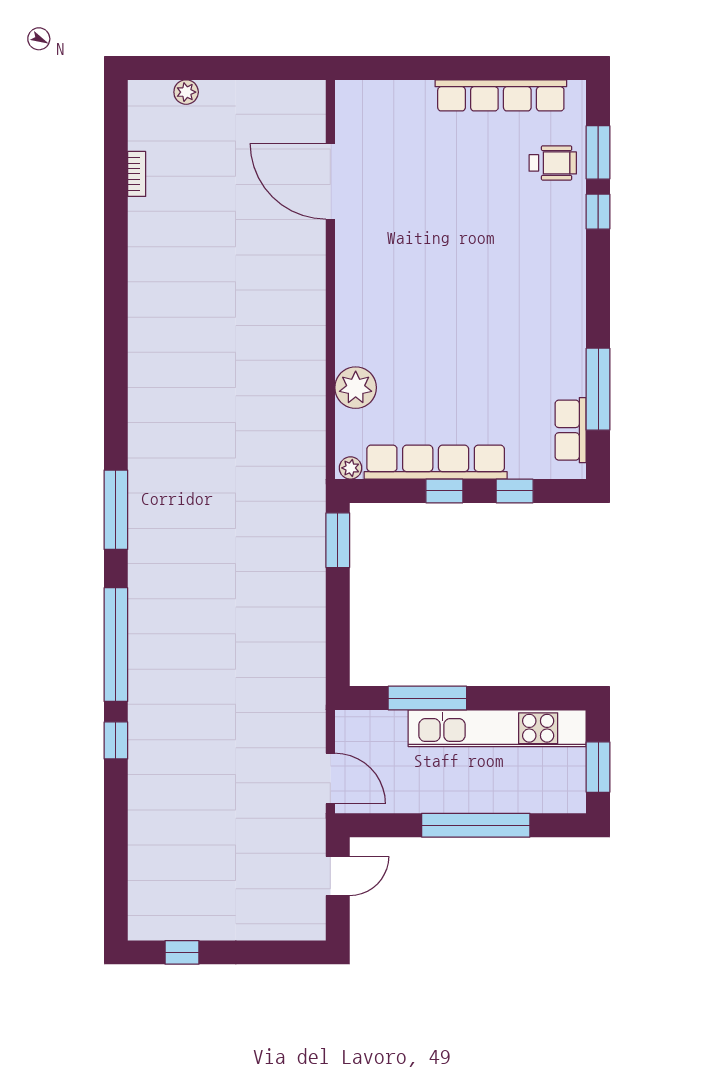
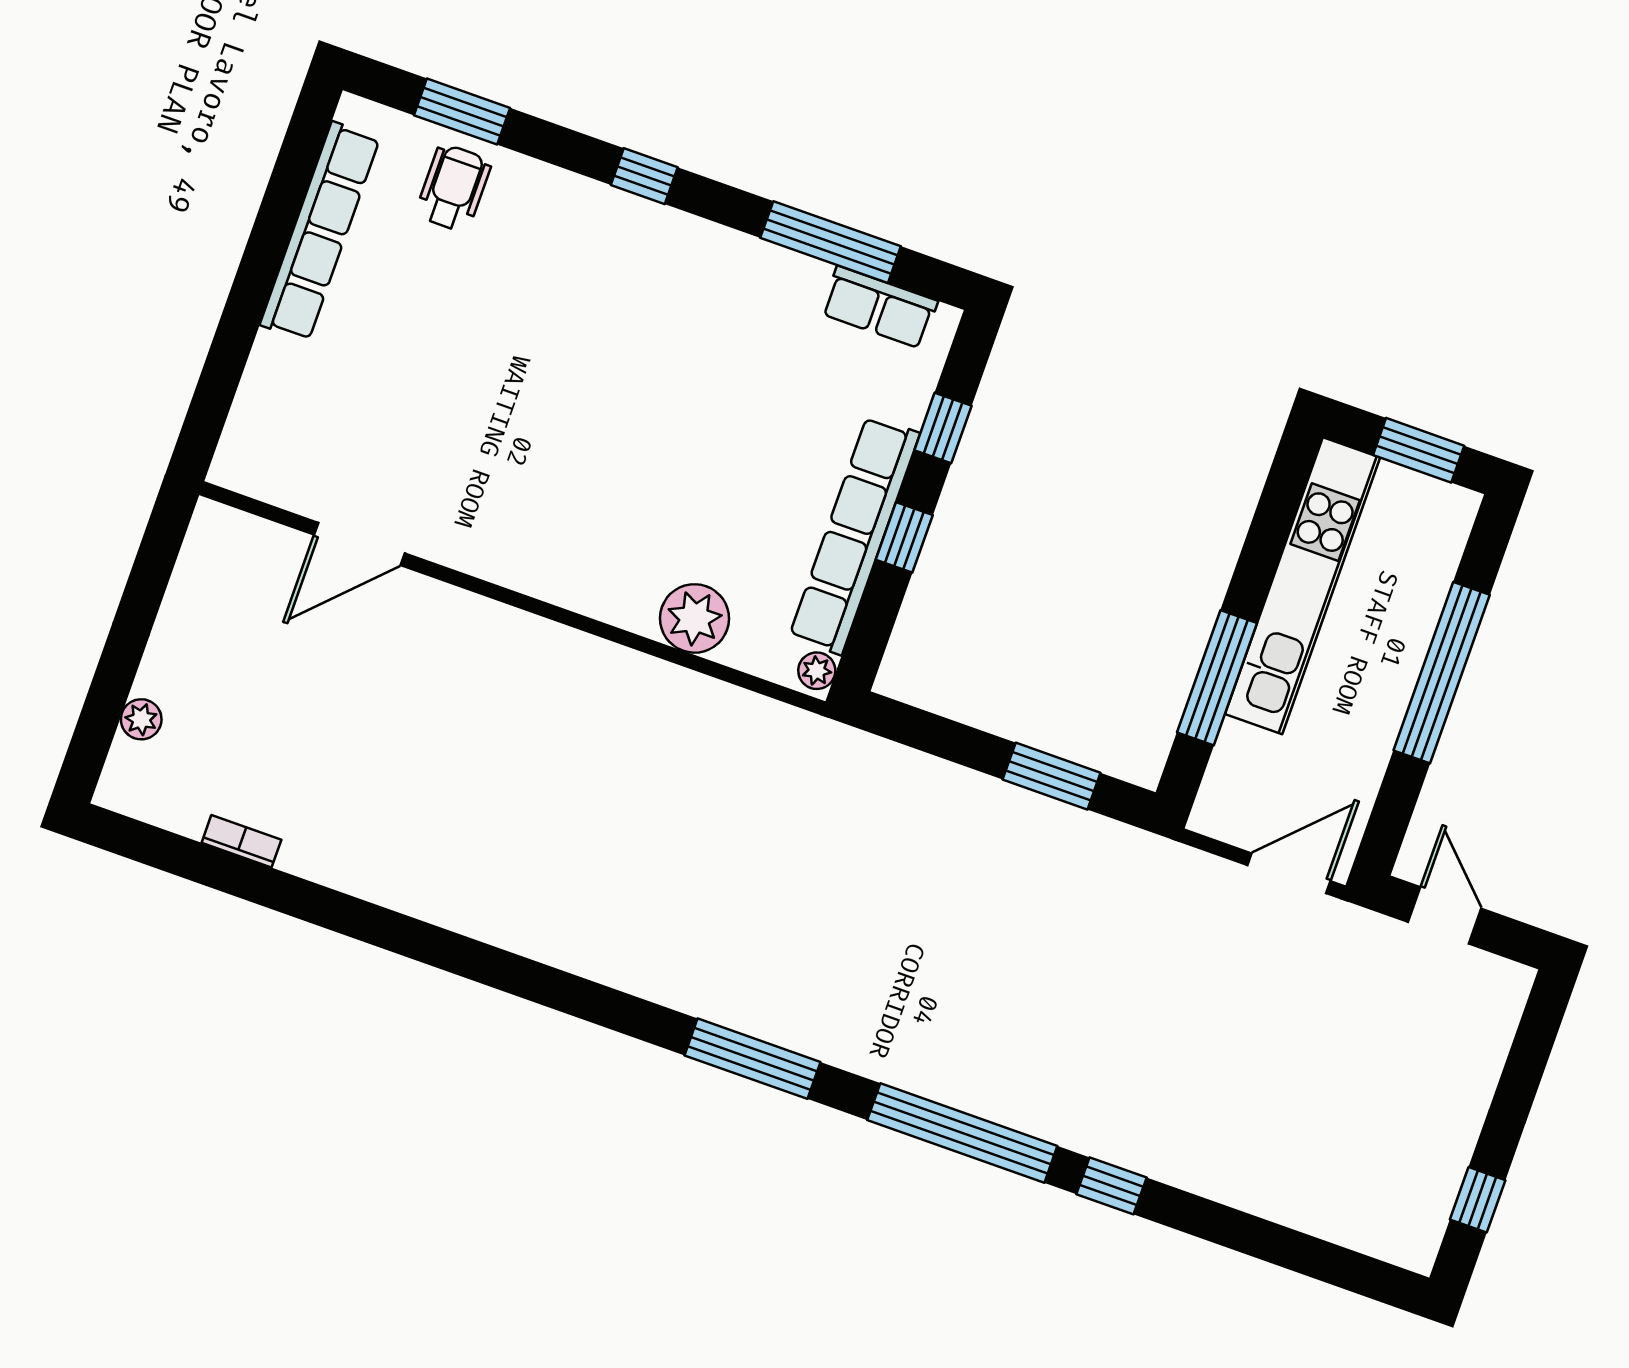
door: (330, 181) -> (359, 544), width x0.73
window: (598, 212) -> (644, 176), moved
window: (338, 540) -> (1052, 776), moved

